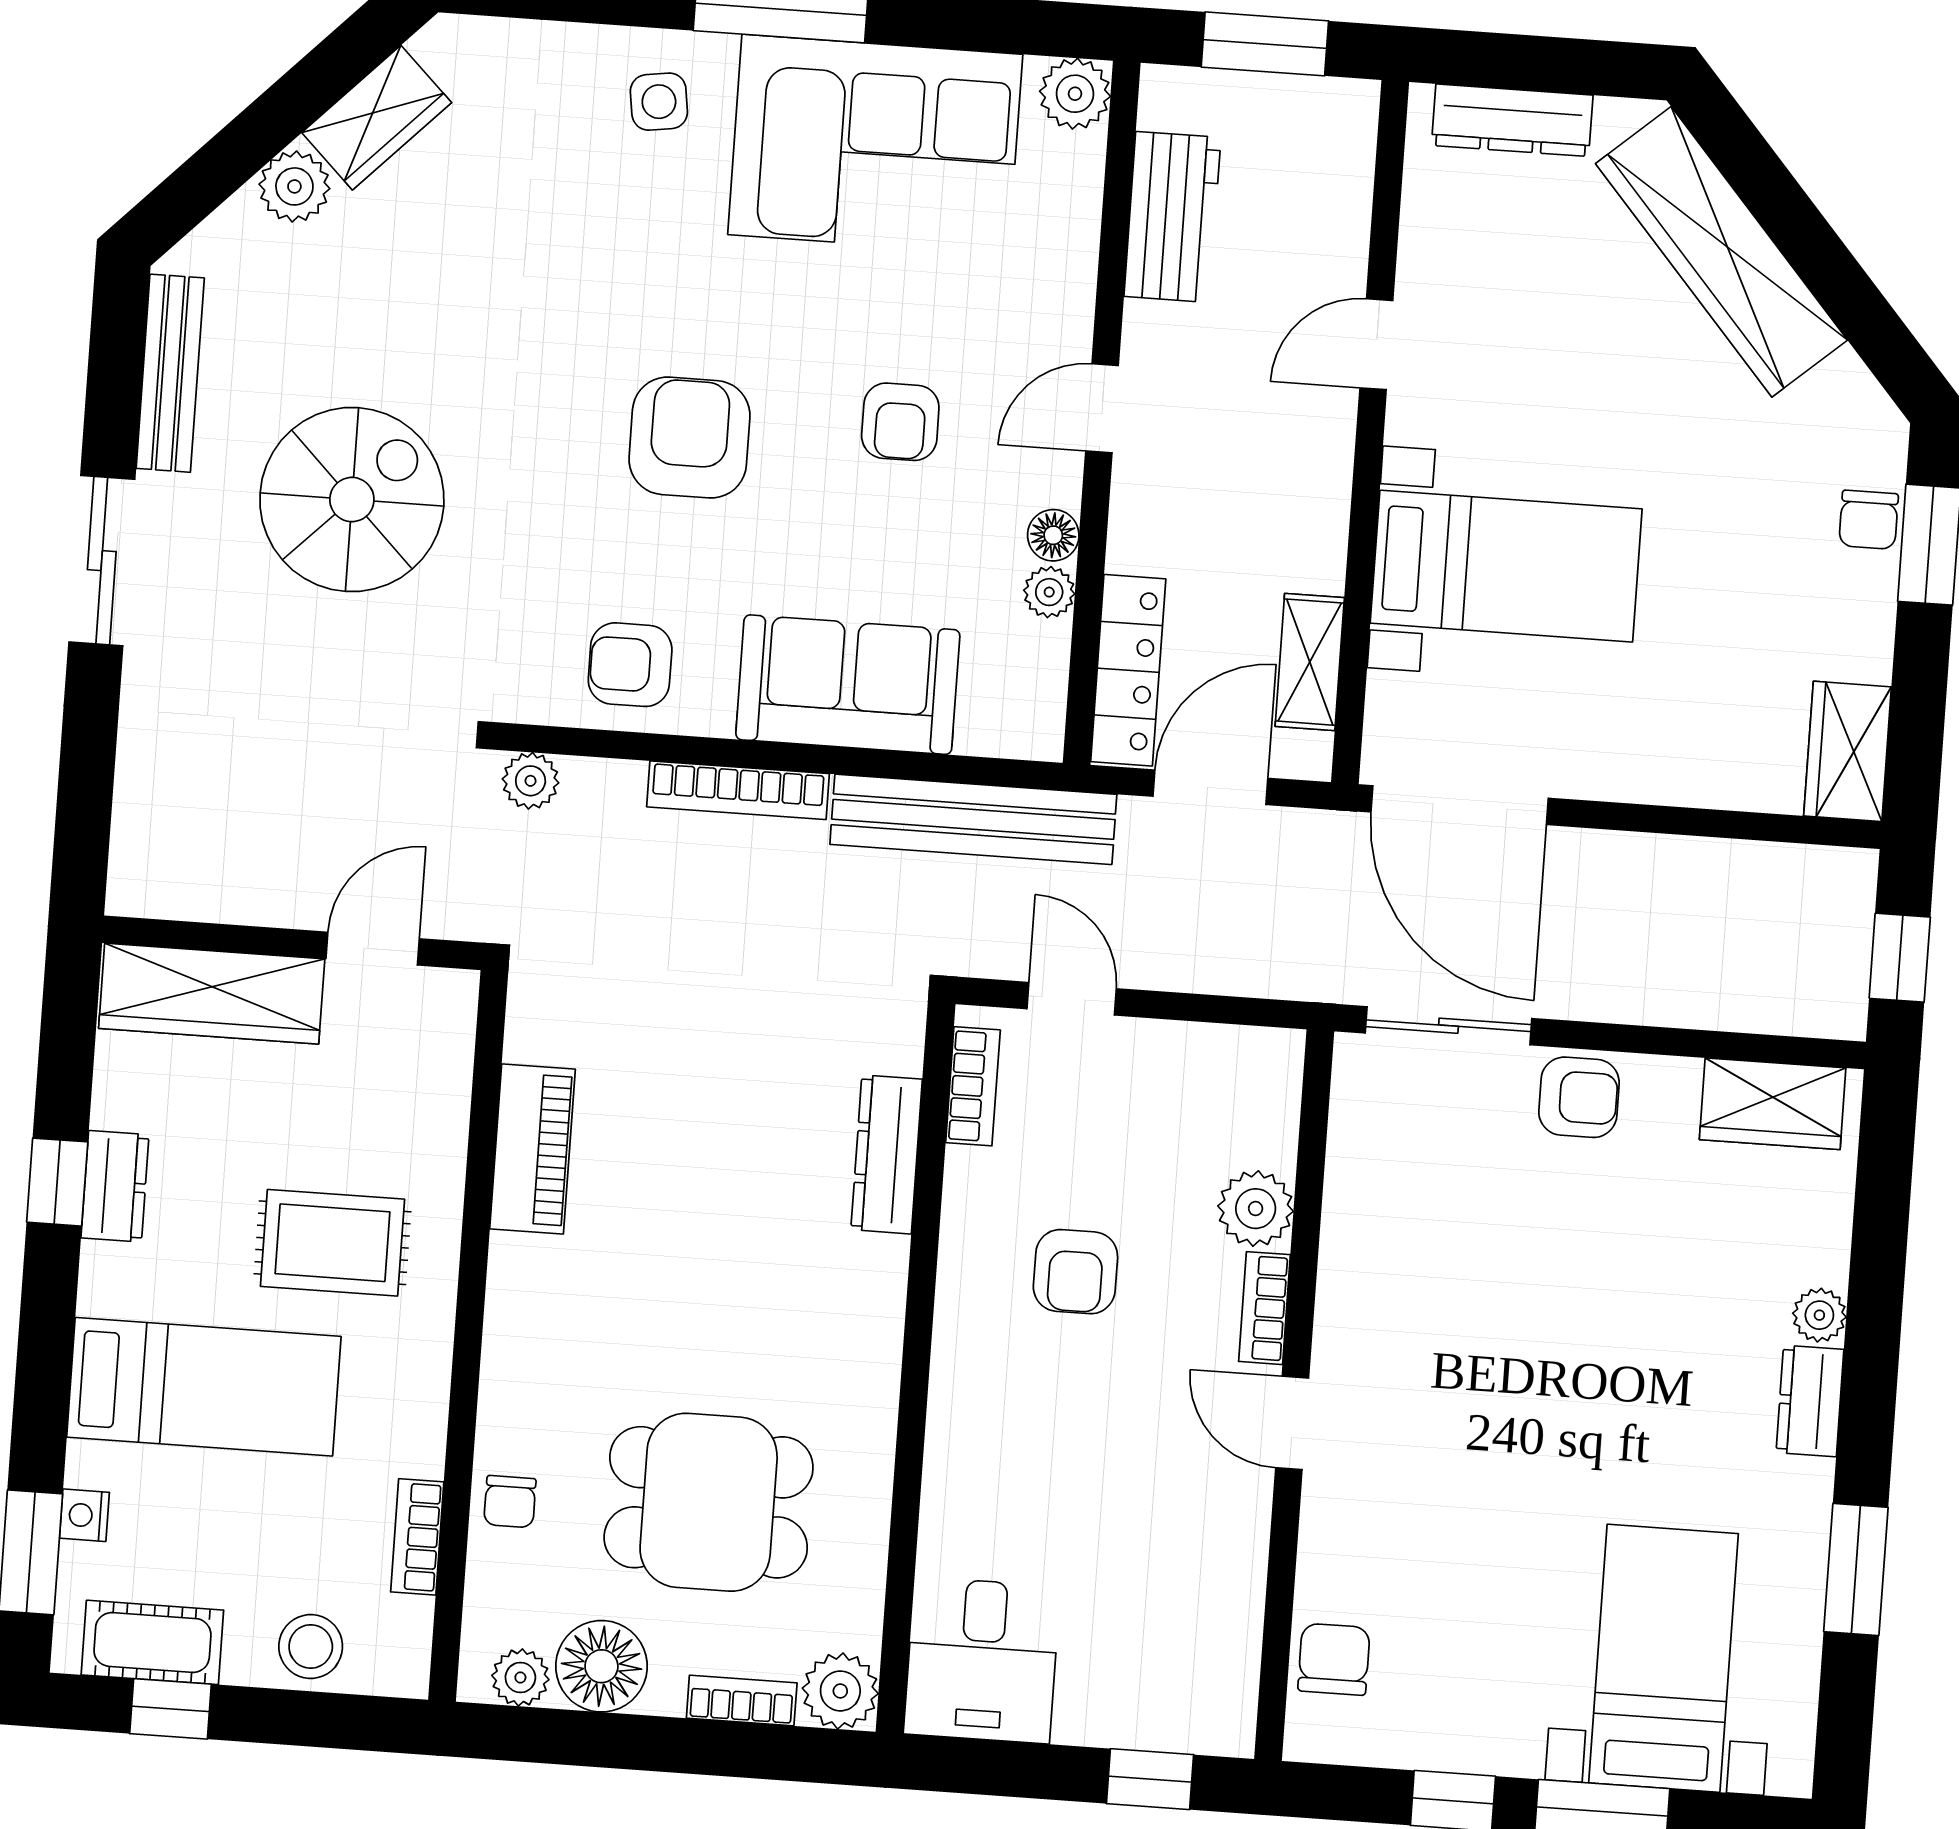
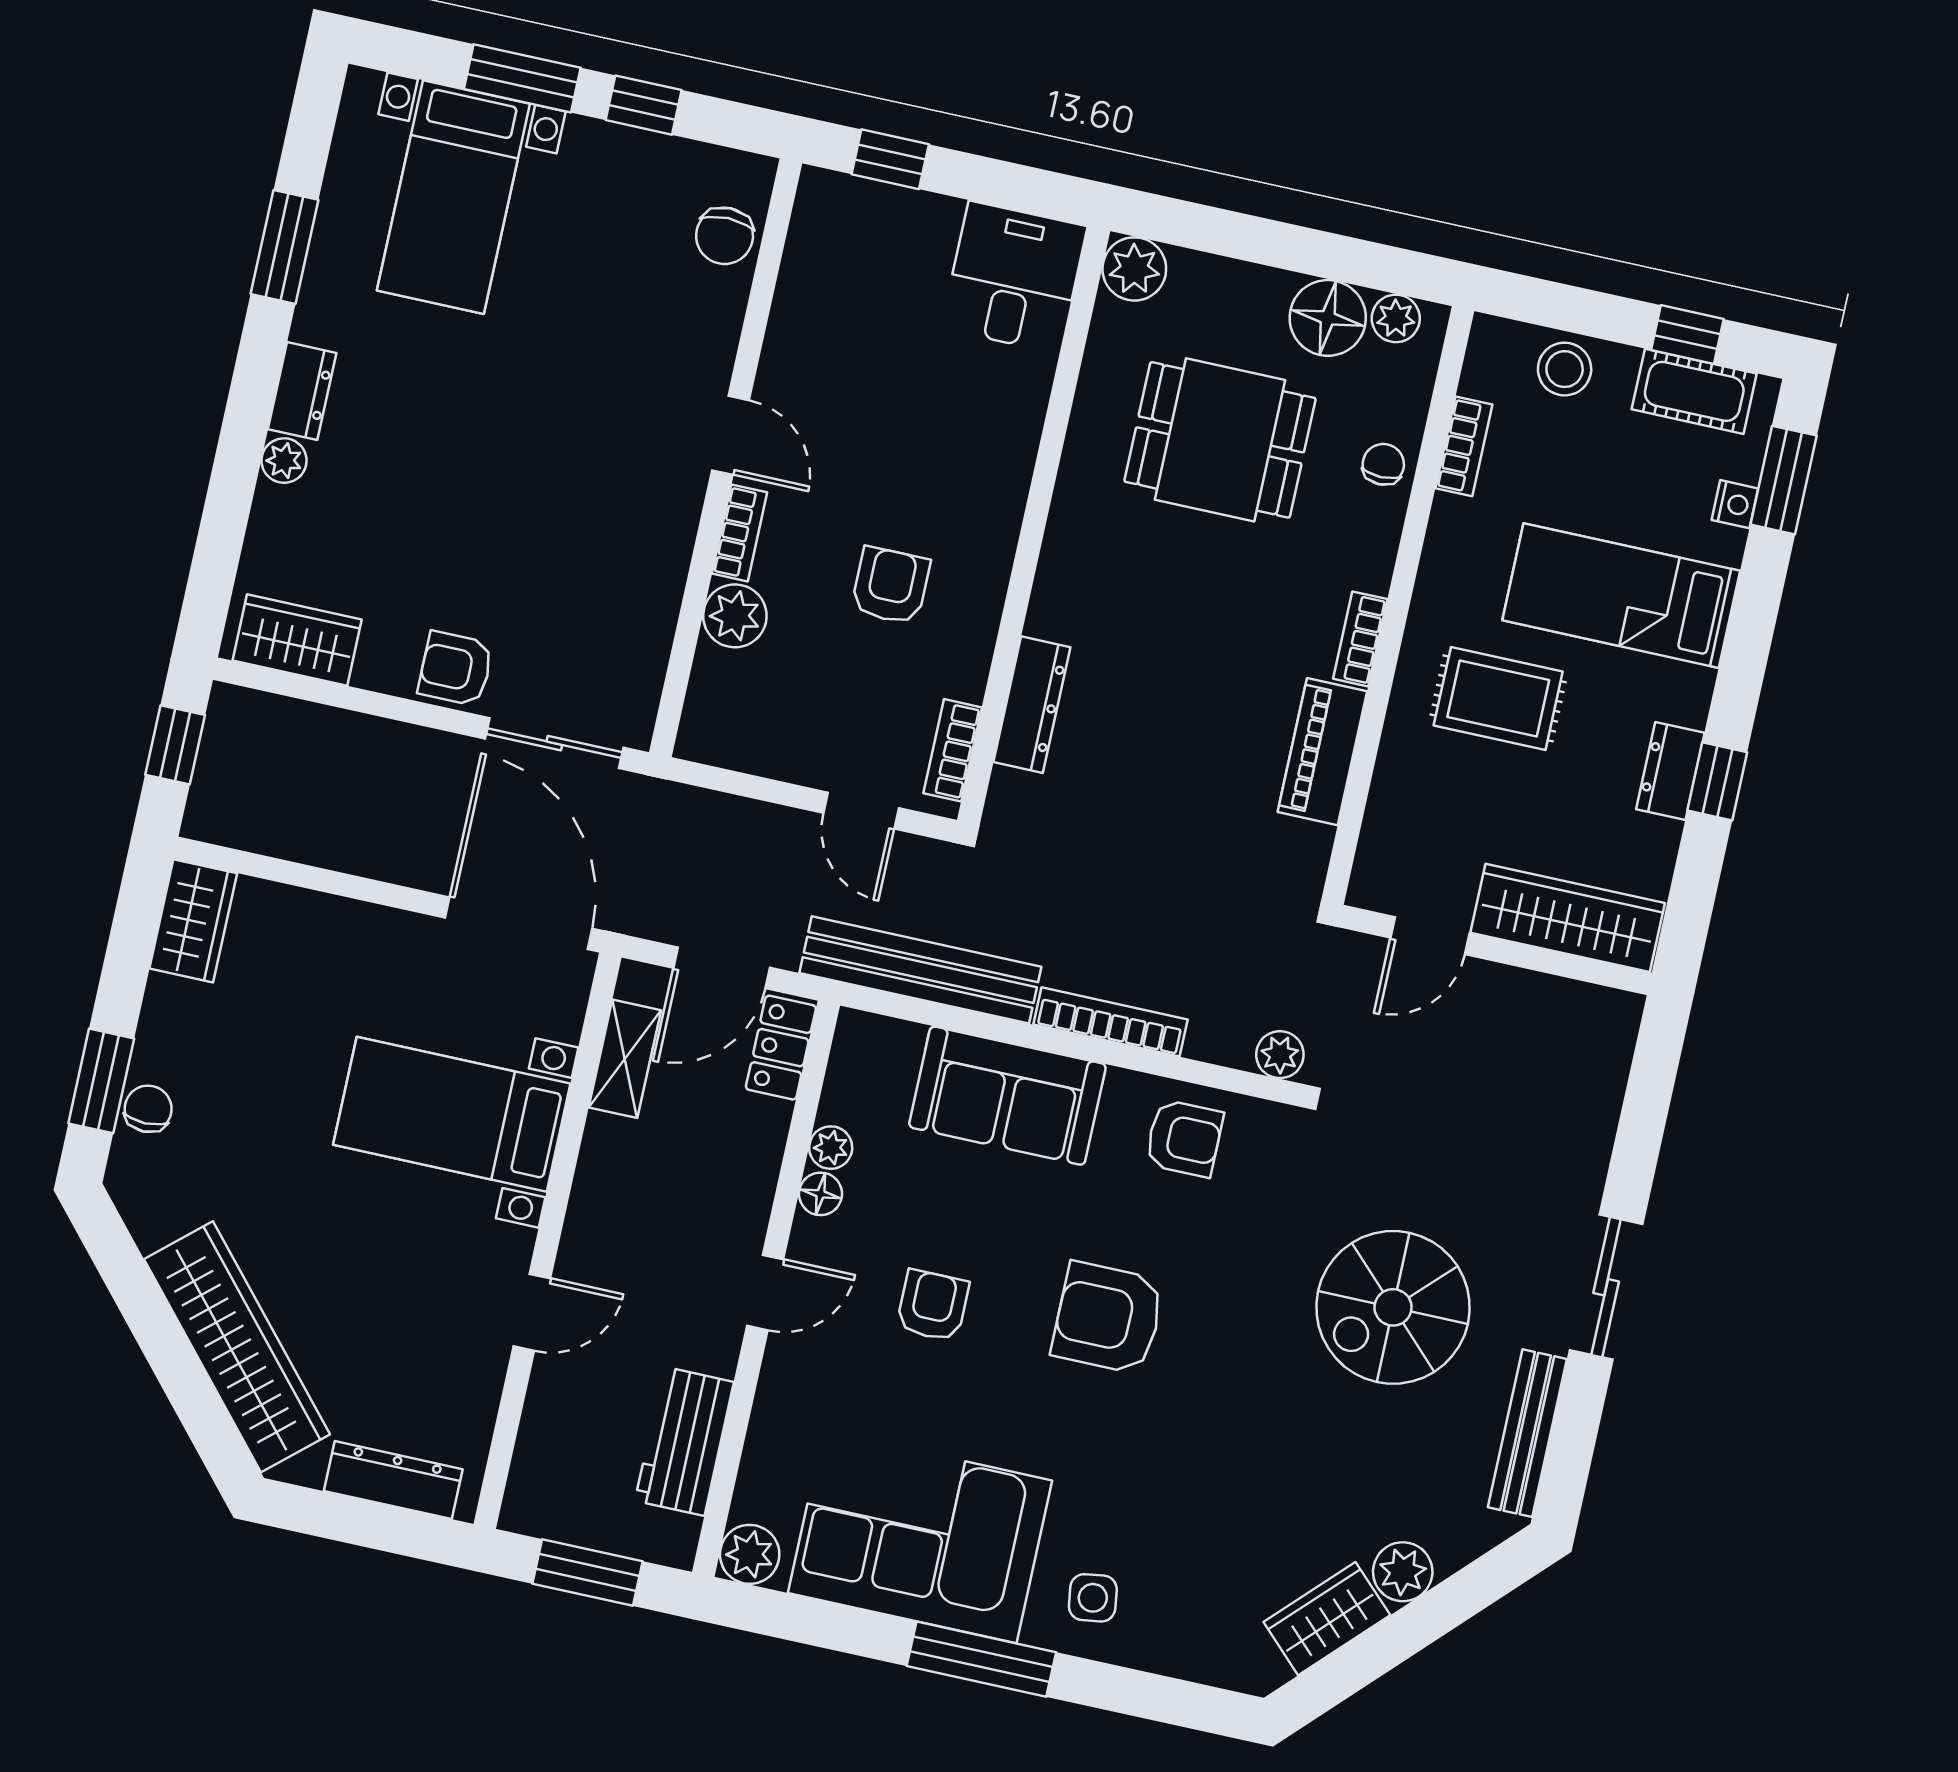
armchair: (689, 438) -> (1108, 1318), turned 90
locker: (1128, 670) -> (781, 1048), width x0.66
bookcase: (742, 1701) -> (1360, 639), moved, turned 90

